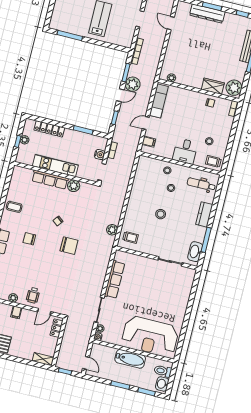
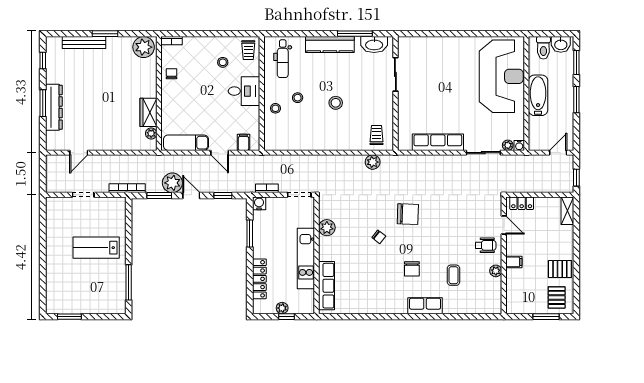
wardrobe: (213, 86) -> (148, 112), moved
water cooler: (100, 155) -> (259, 203), moved
row of seats: (50, 180) -> (327, 286), moved
coffee table: (14, 207) -> (453, 275), moved
kitchen counter: (204, 214) -> (330, 45), width x1.50
chair: (69, 246) -> (408, 214), turned 92

